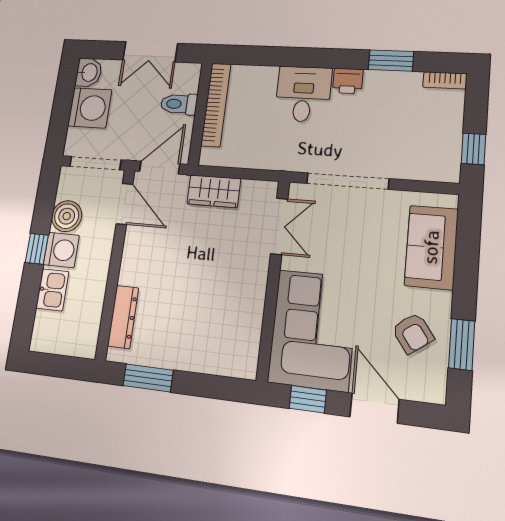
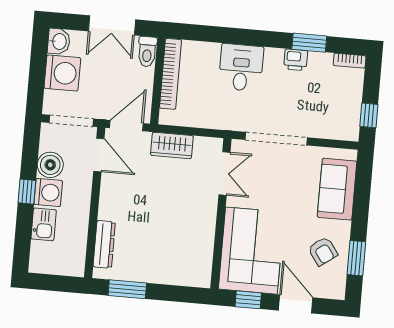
printer: (348, 81) -> (296, 60), moved
toilet: (179, 104) -> (147, 52), moved, turned -90

